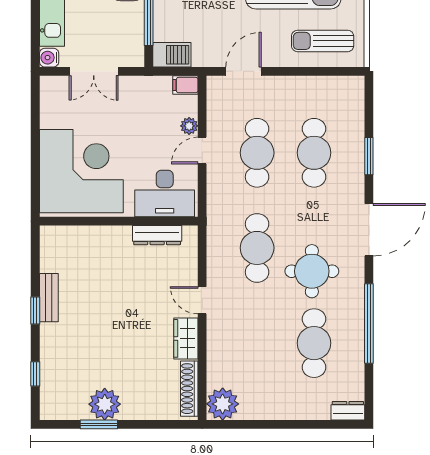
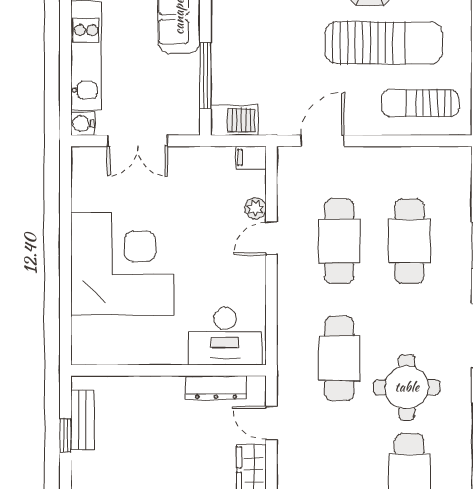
desk: (165, 194) -> (225, 336), moved
wall: (119, 221) -> (168, 370), moved
dresser: (157, 235) -> (216, 388), moved

